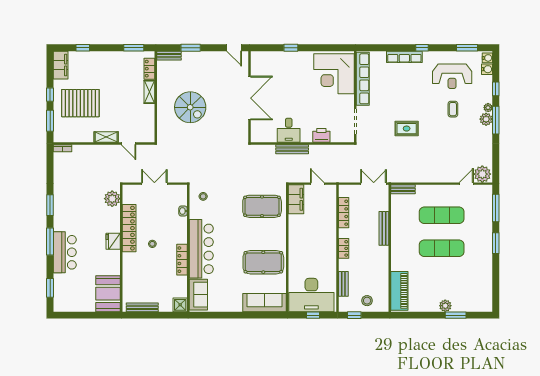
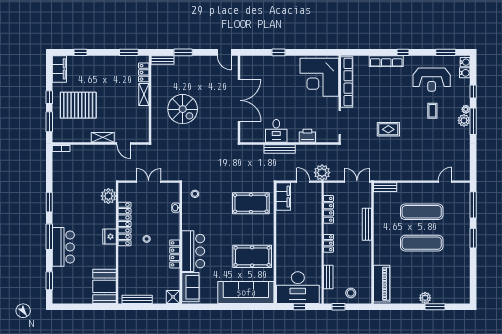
plant: (482, 174) -> (322, 173), moved
bar counter: (201, 249) -> (193, 251), width x0.73
sofa: (265, 303) -> (246, 292), width x1.36, depth x1.27

